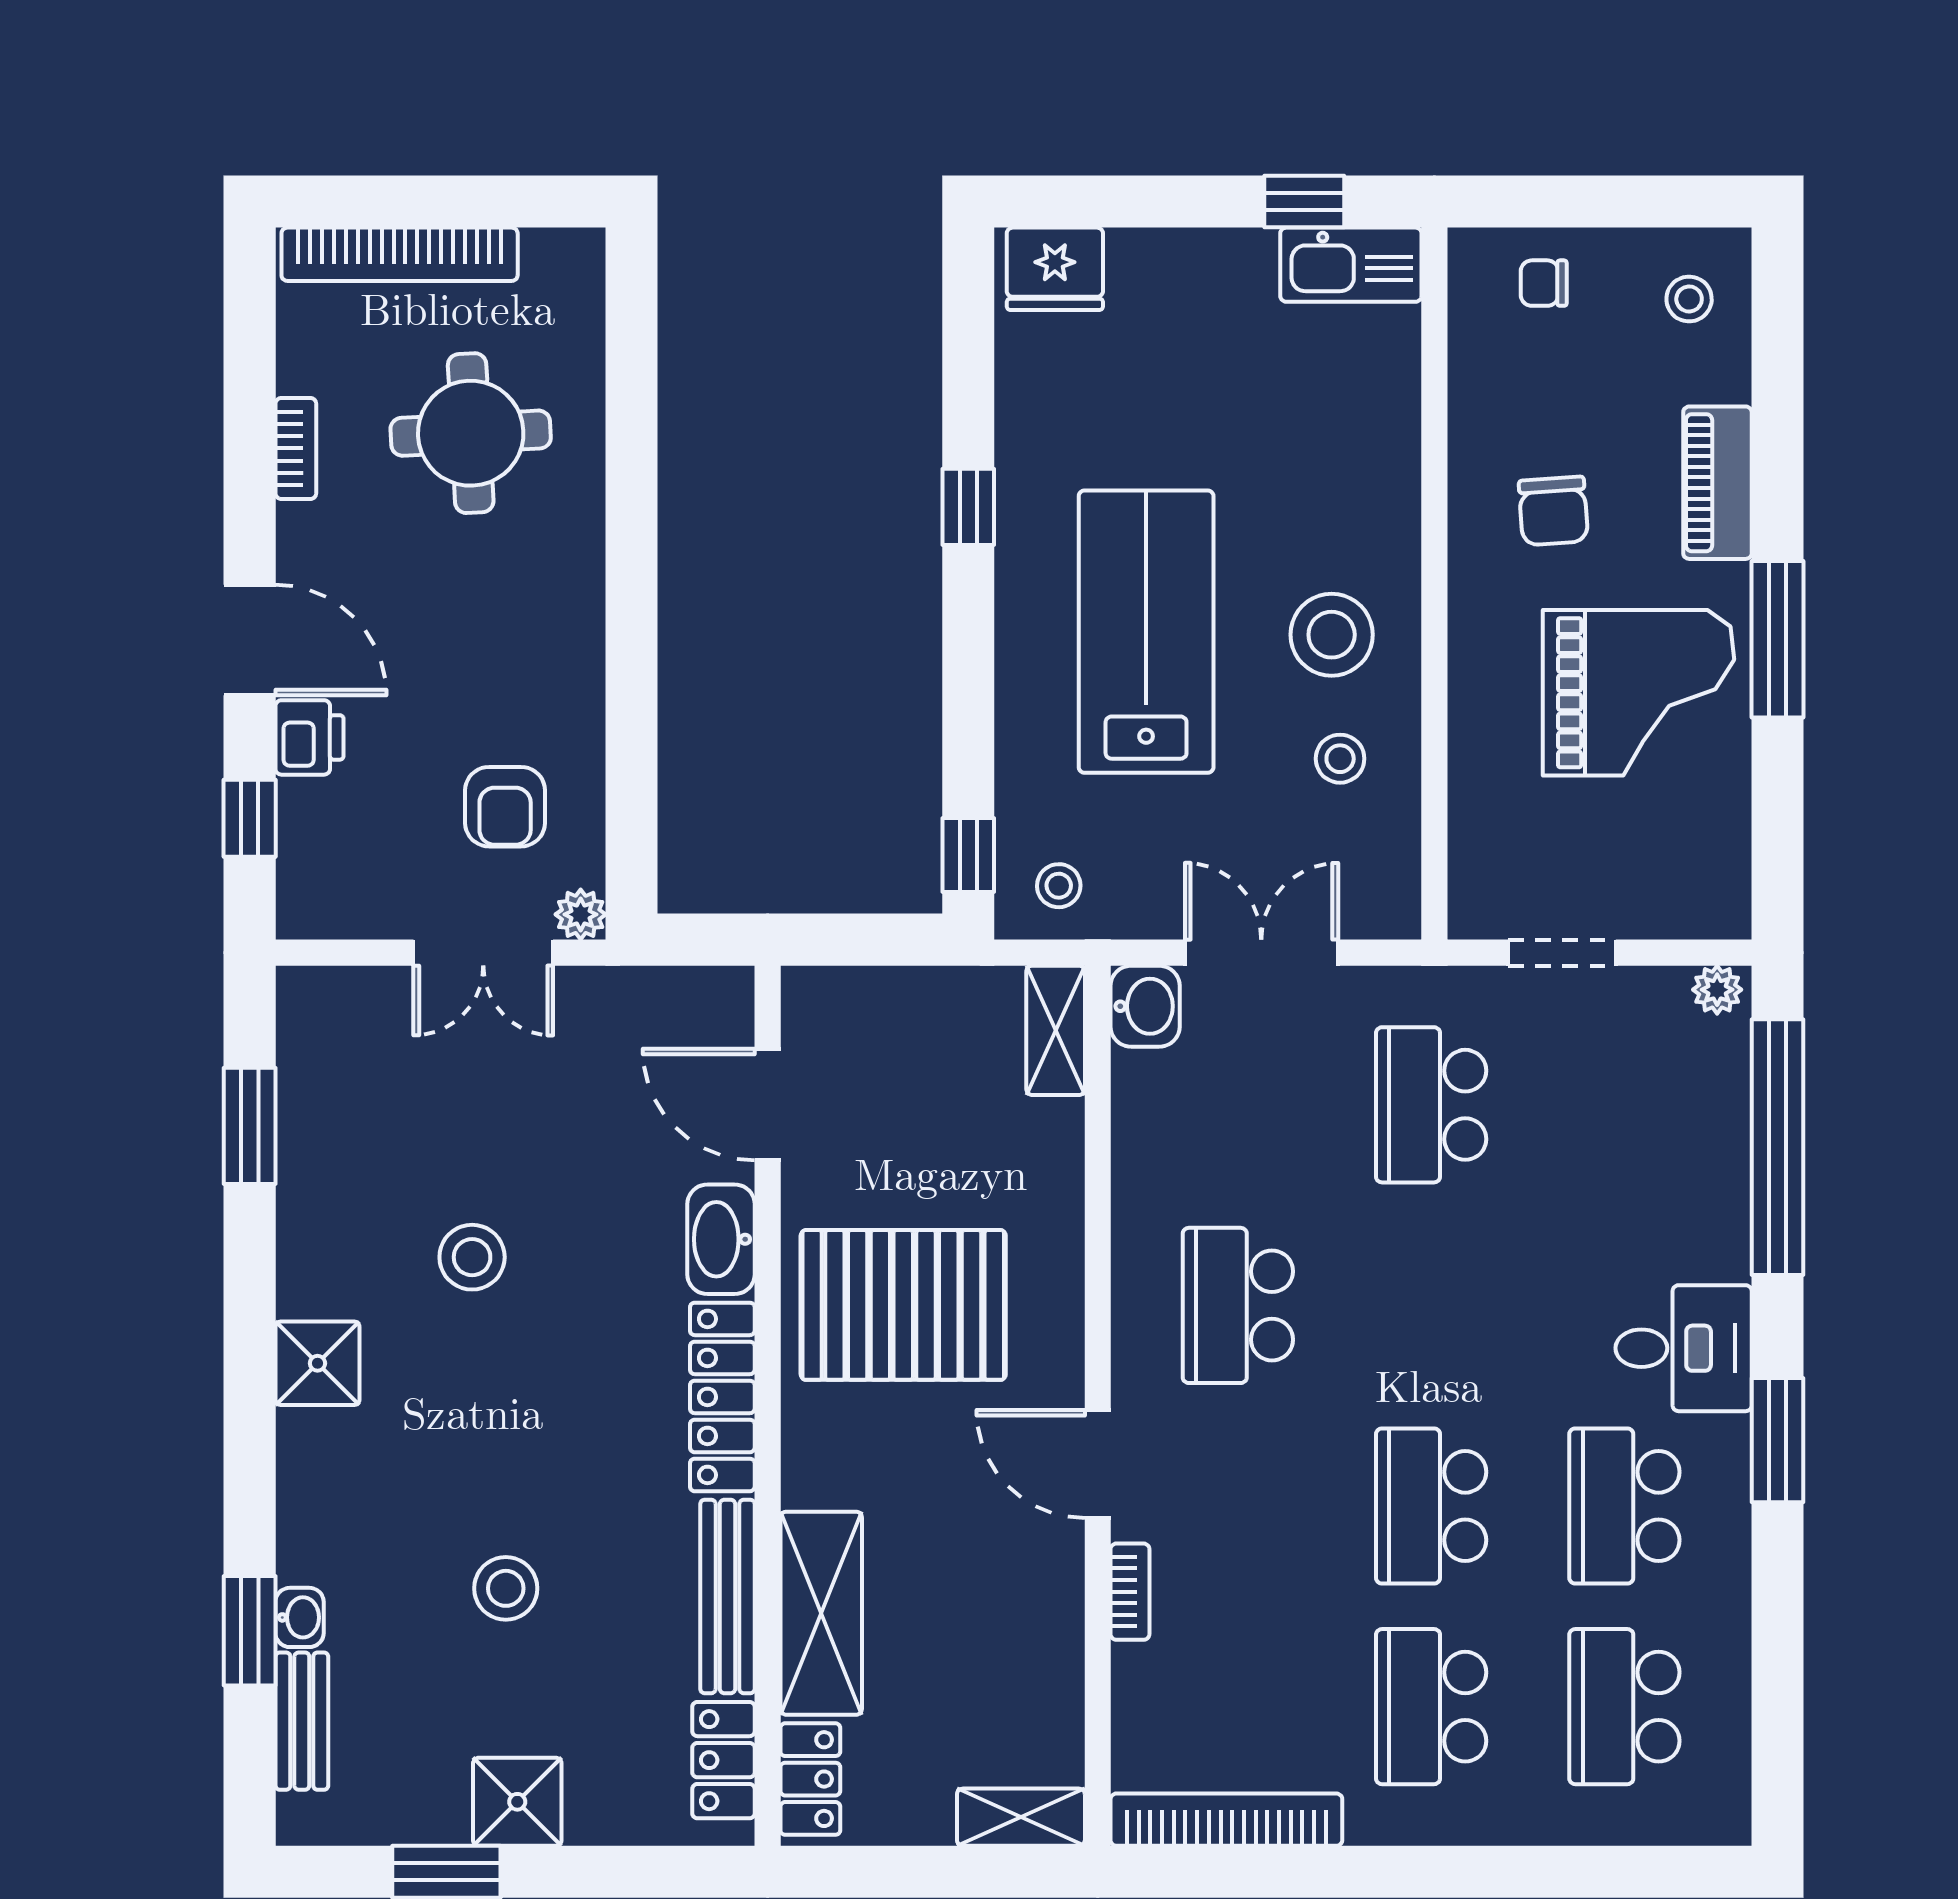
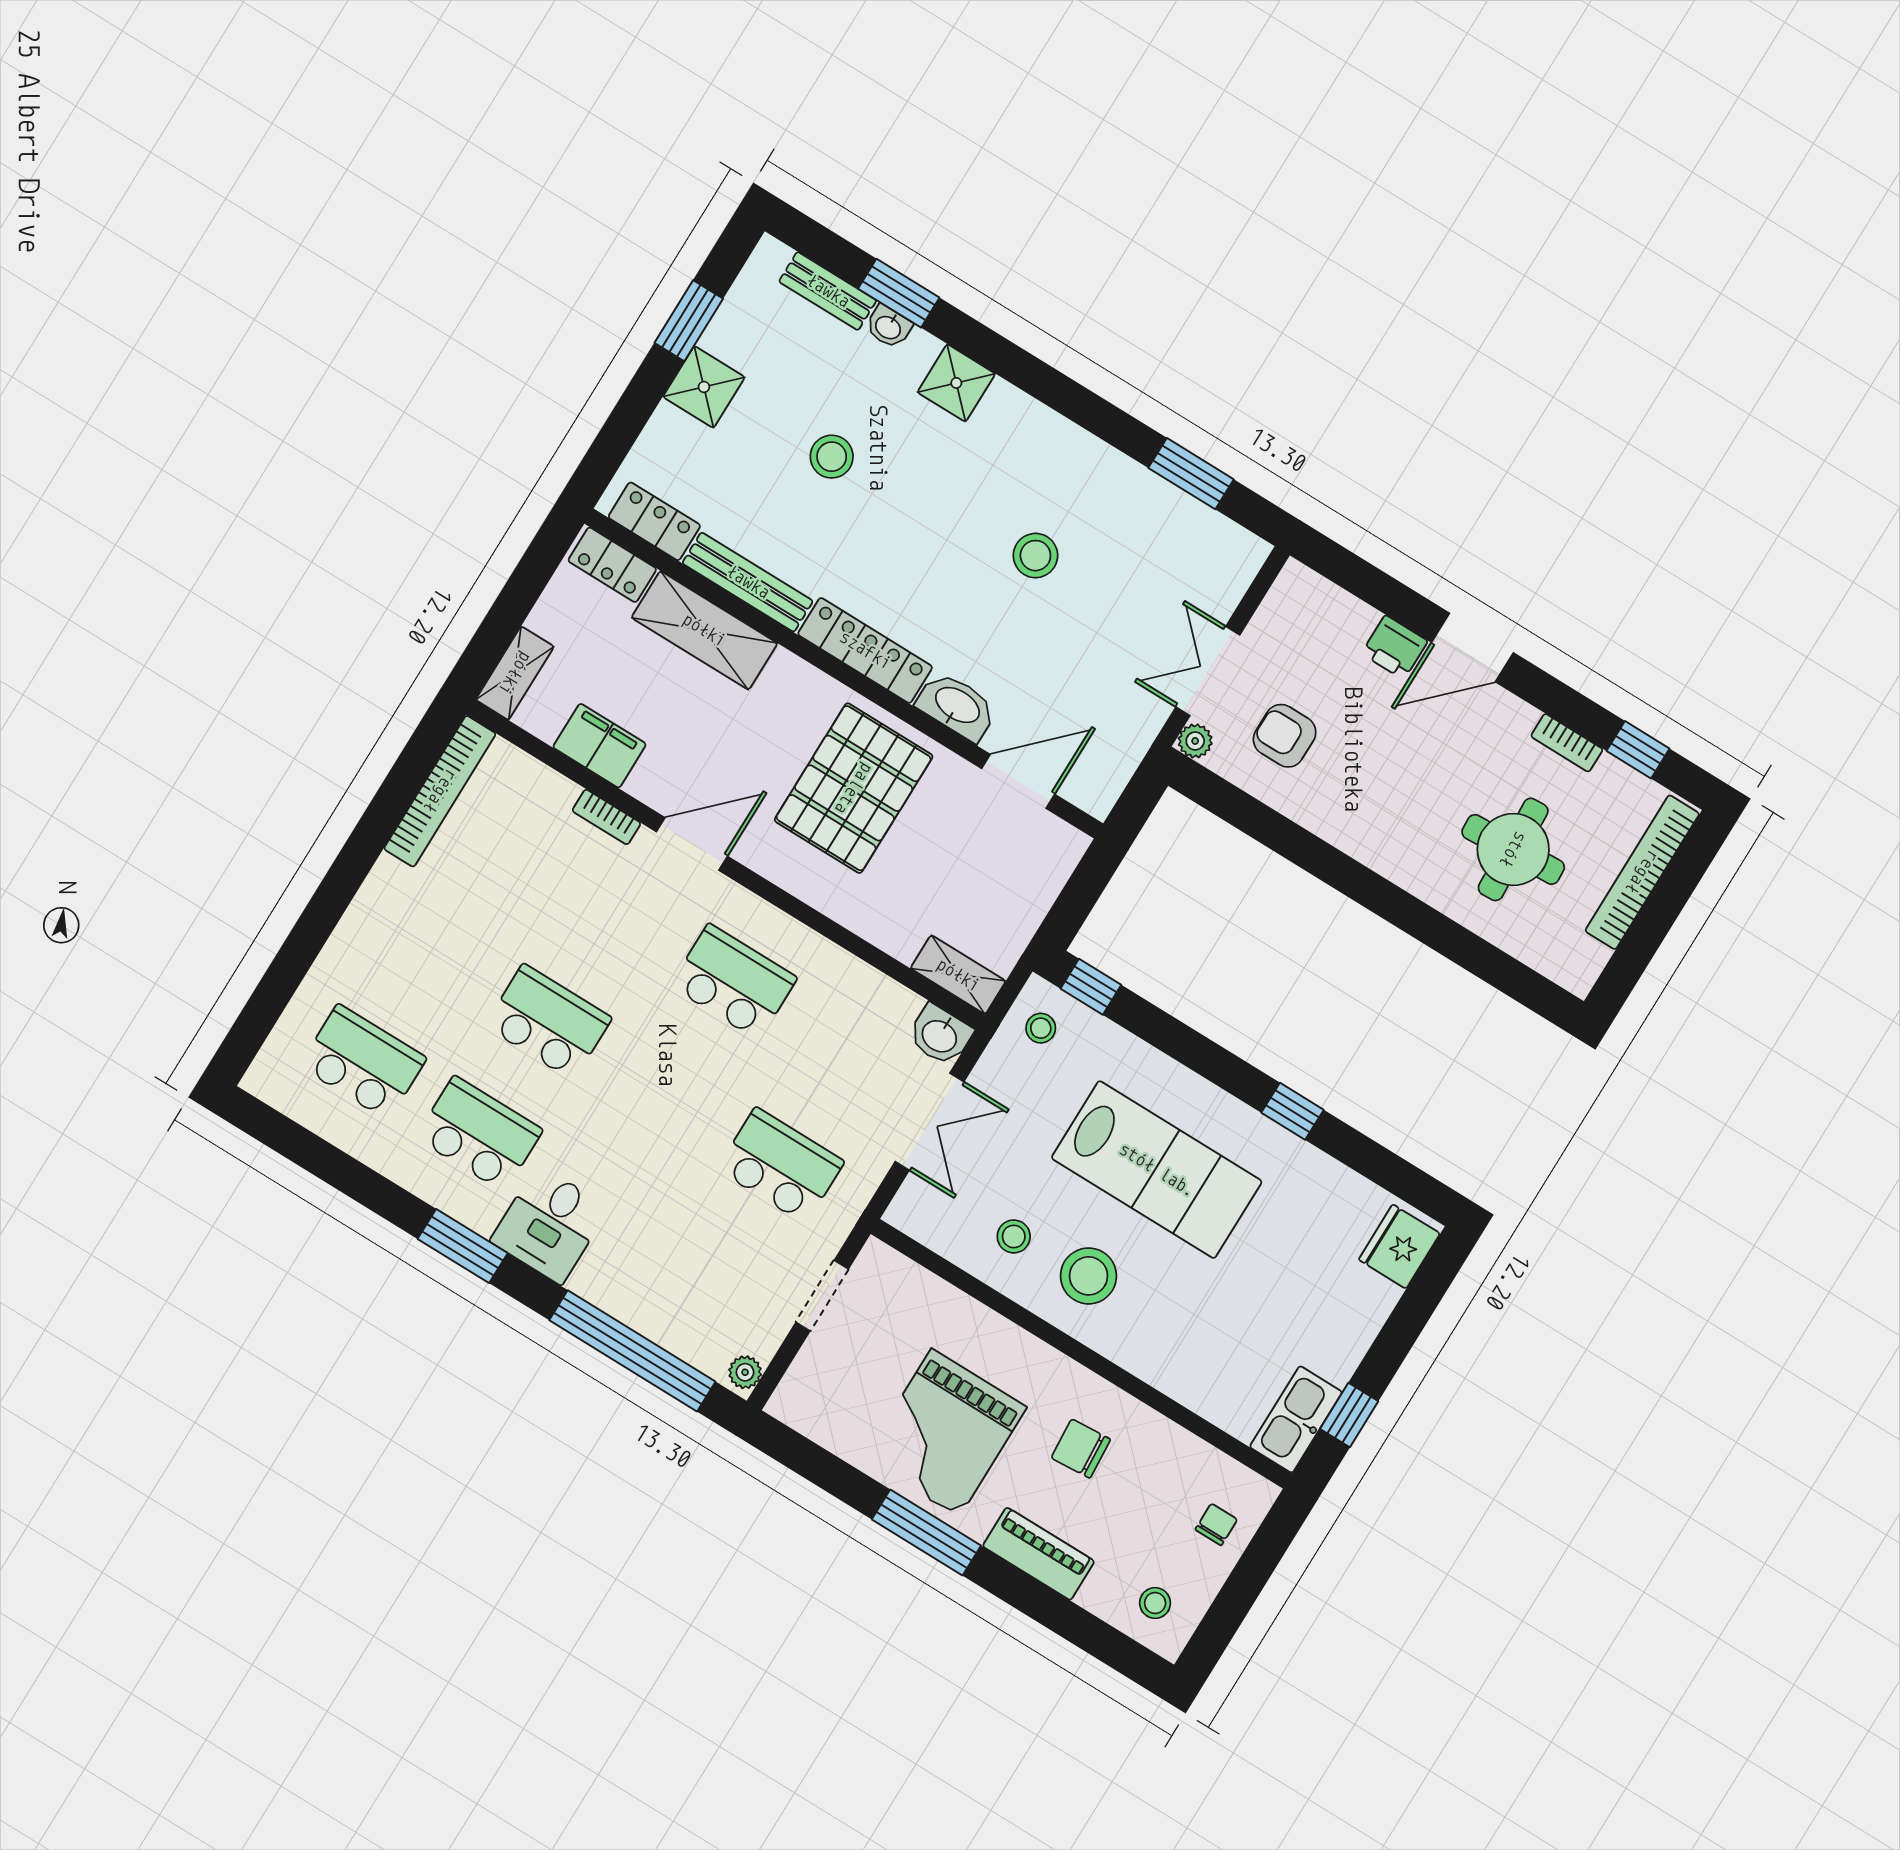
window: (250, 818) -> (1638, 750), moved
shower: (317, 1363) -> (956, 383), moved
filing cabinet: (1046, 1655) -> (600, 746), added
school desk: (1431, 1707) -> (432, 950), removed

